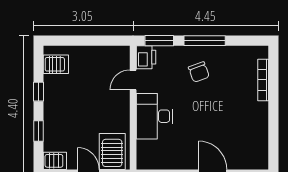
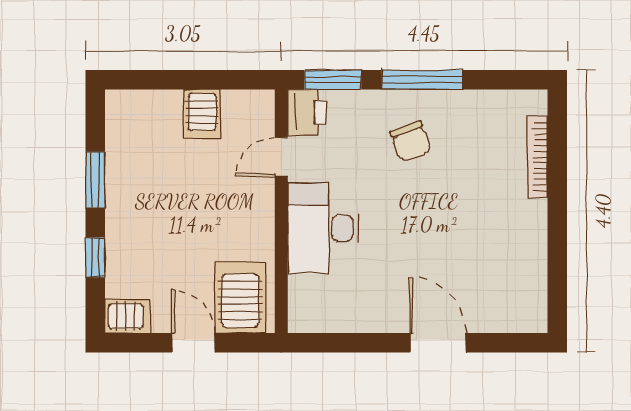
server rack: (56, 64) -> (202, 114), moved, turned 90
window: (38, 92) -> (95, 180), width x1.50

